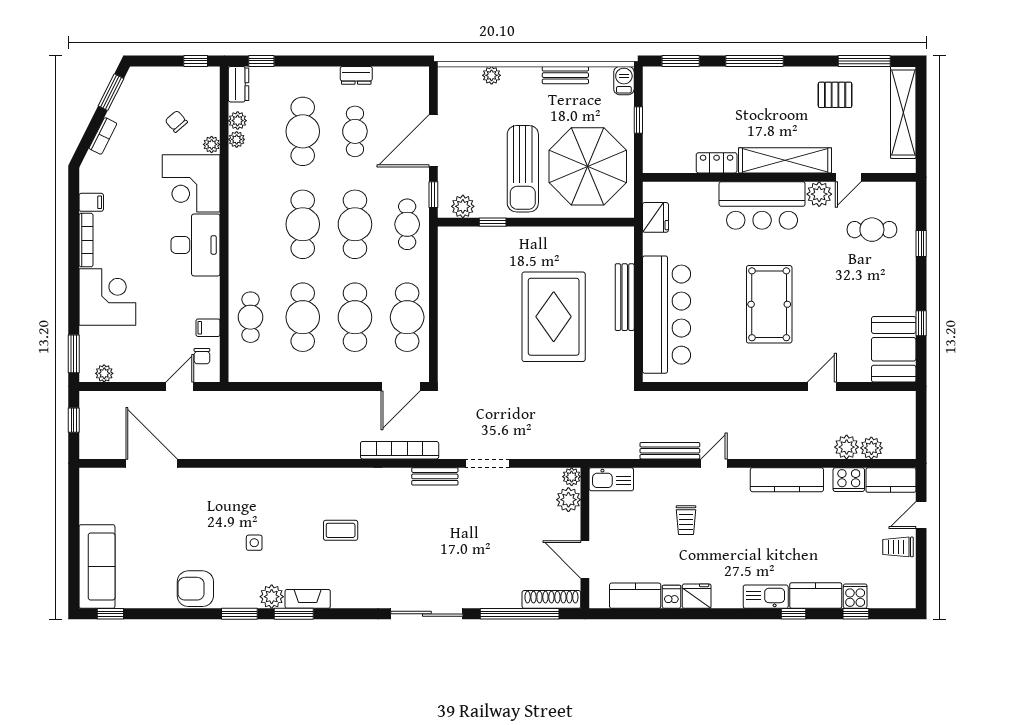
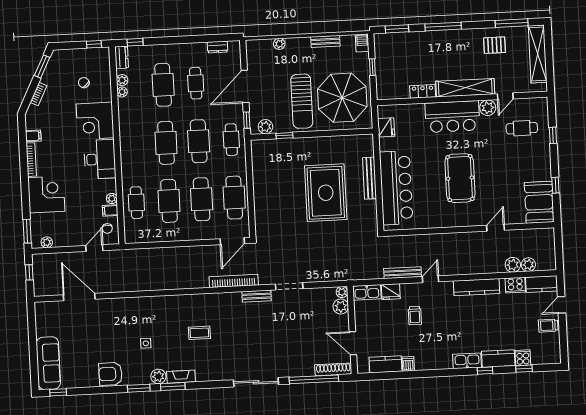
dresser: (356, 75) -> (218, 47), moved
plant: (212, 144) -> (112, 198), moved
fridge: (697, 596) -> (391, 292), moved, turned 180

